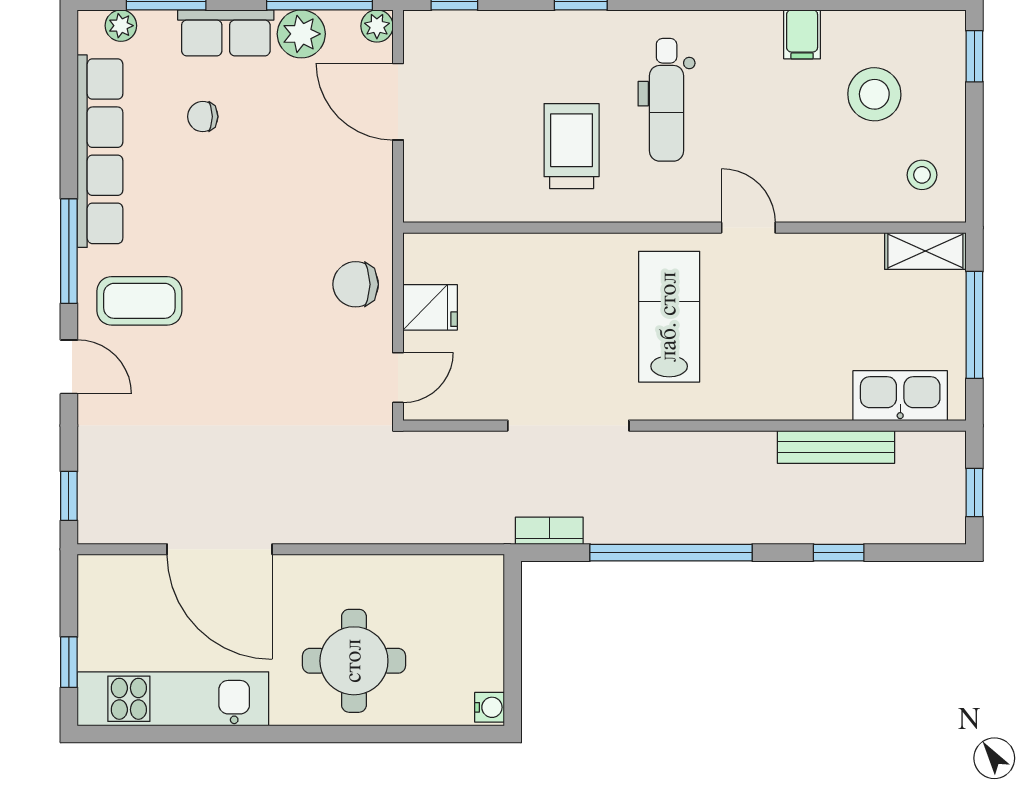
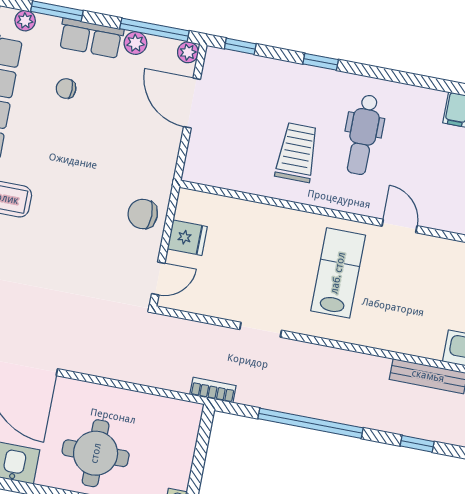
plant: (301, 34) -> (135, 43), width x0.73, depth x0.73
doorway: (568, 426) -> (261, 330), width x0.53
bookcase: (549, 531) -> (213, 390), moved

